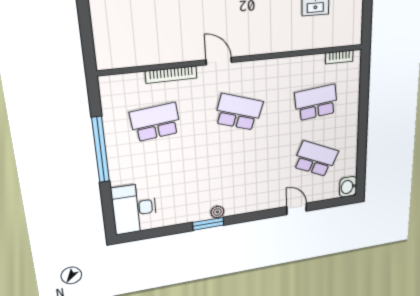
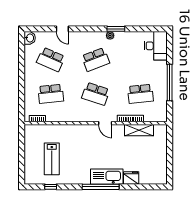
shelving: (152, 54) -> (139, 130), added
school desk: (241, 170) -> (96, 59), added

